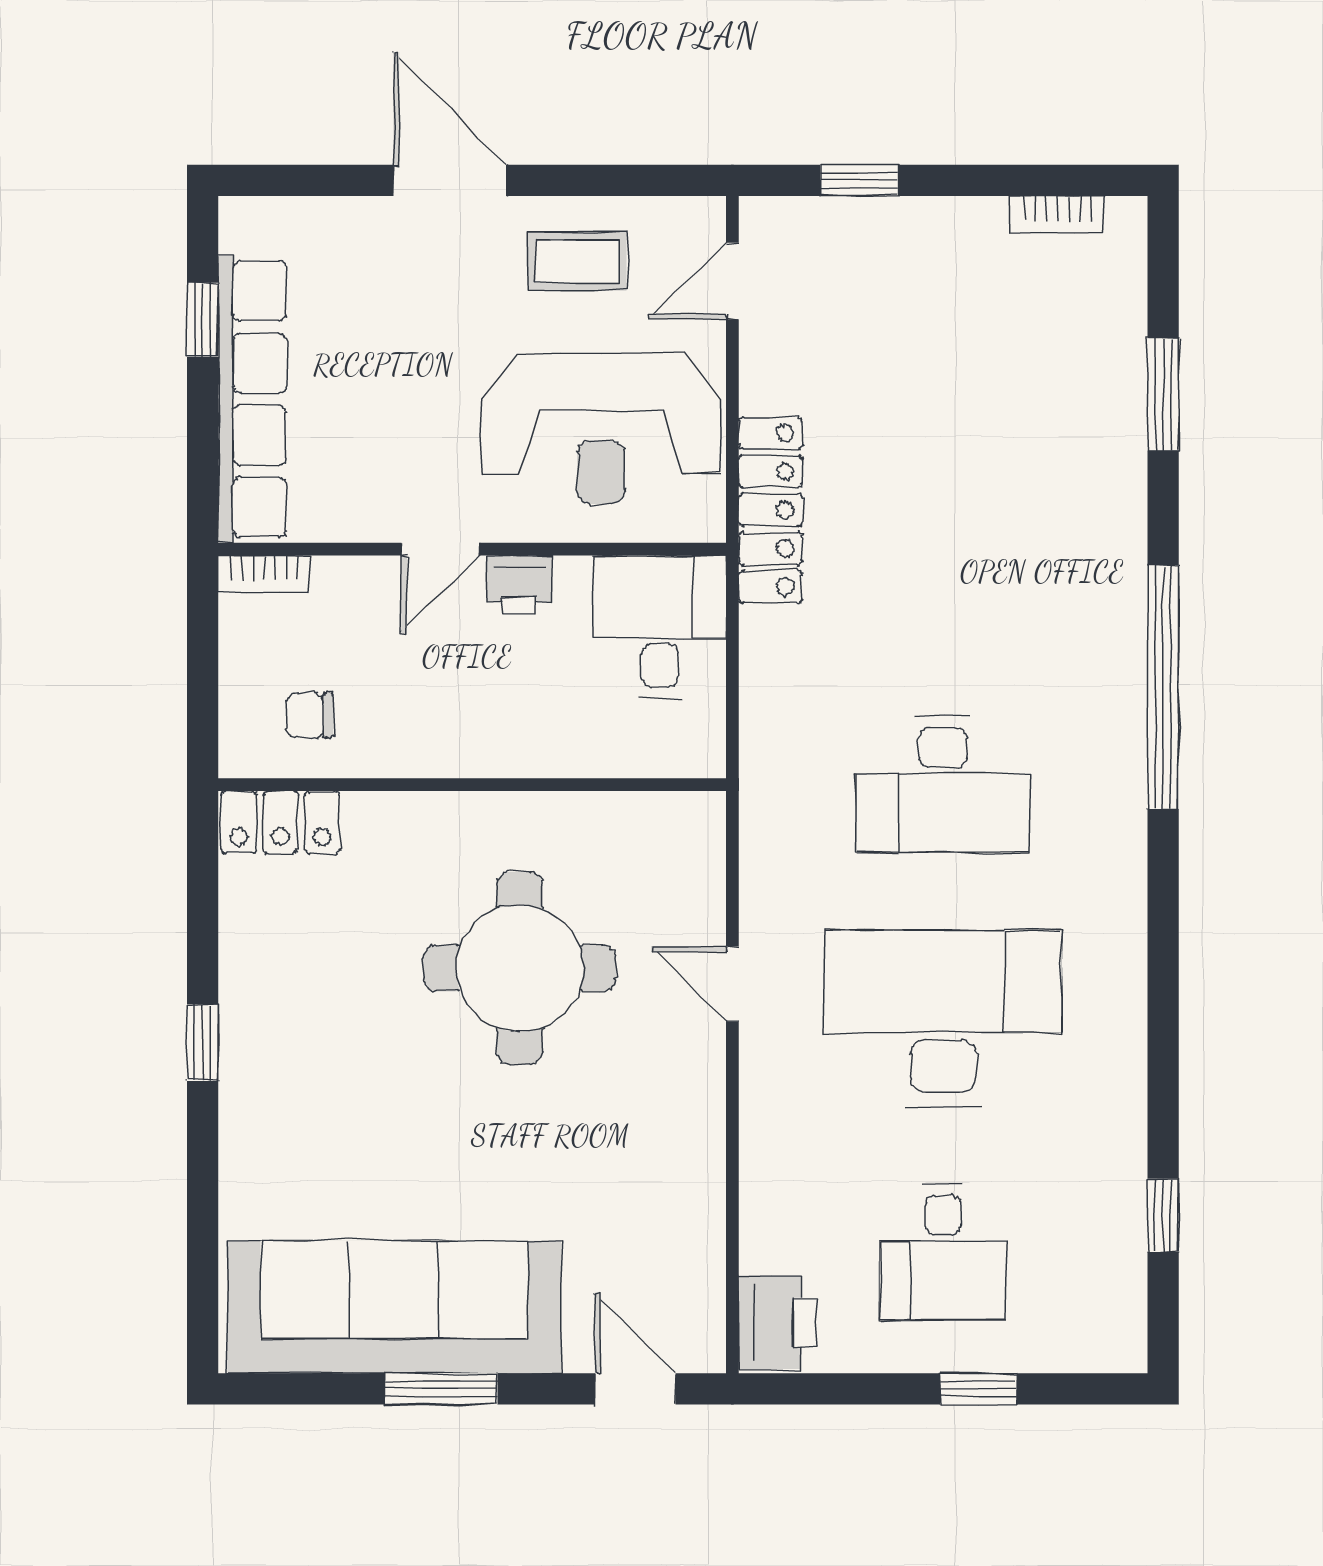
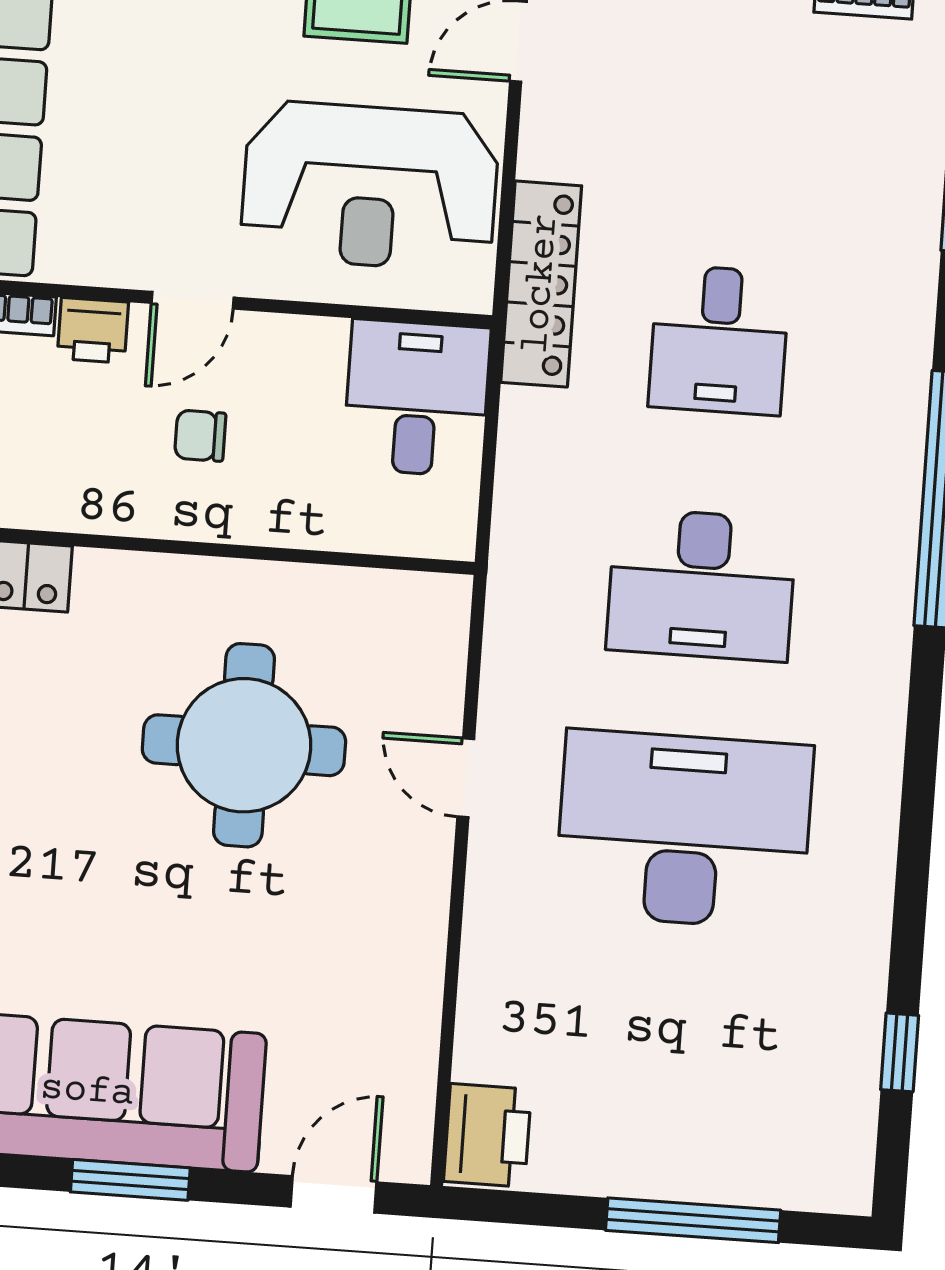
printer: (519, 584) -> (93, 330), moved
chair: (310, 715) -> (200, 436), moved
desk: (943, 1252) -> (719, 340), moved
door: (635, 1389) -> (334, 1194), hinge flipped
window: (978, 1389) -> (693, 1220), width x2.17

